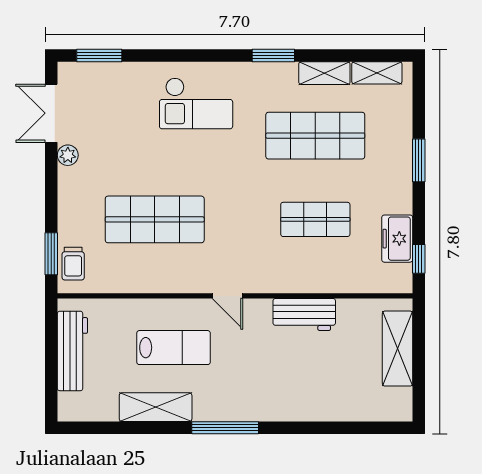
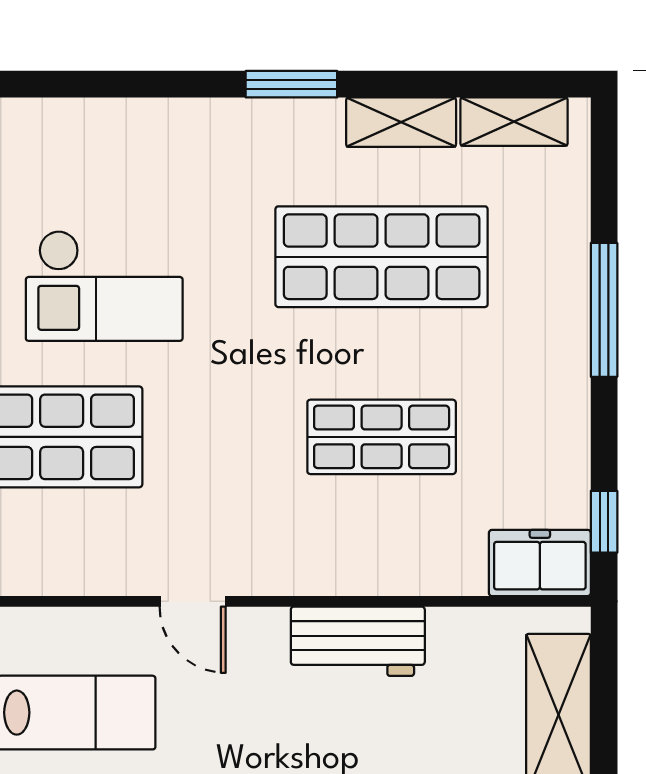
checkout: (196, 103) -> (104, 286), moved
window: (419, 160) -> (604, 310), width x1.44
freezer: (397, 239) -> (540, 563), moved, turned 90

